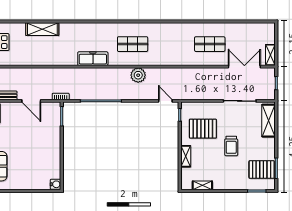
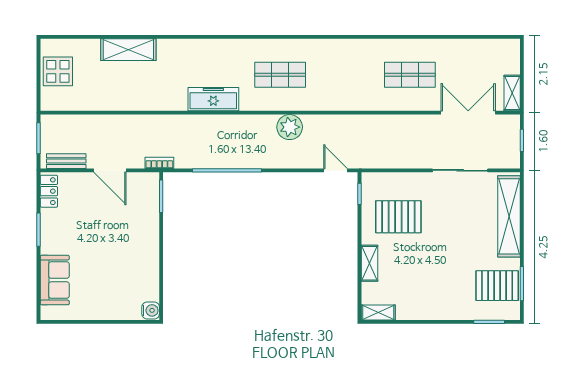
shelving: (269, 121) -> (509, 216), width x1.47
trolley: (231, 146) -> (446, 246), removed
shelving: (202, 185) -> (378, 312), moved

